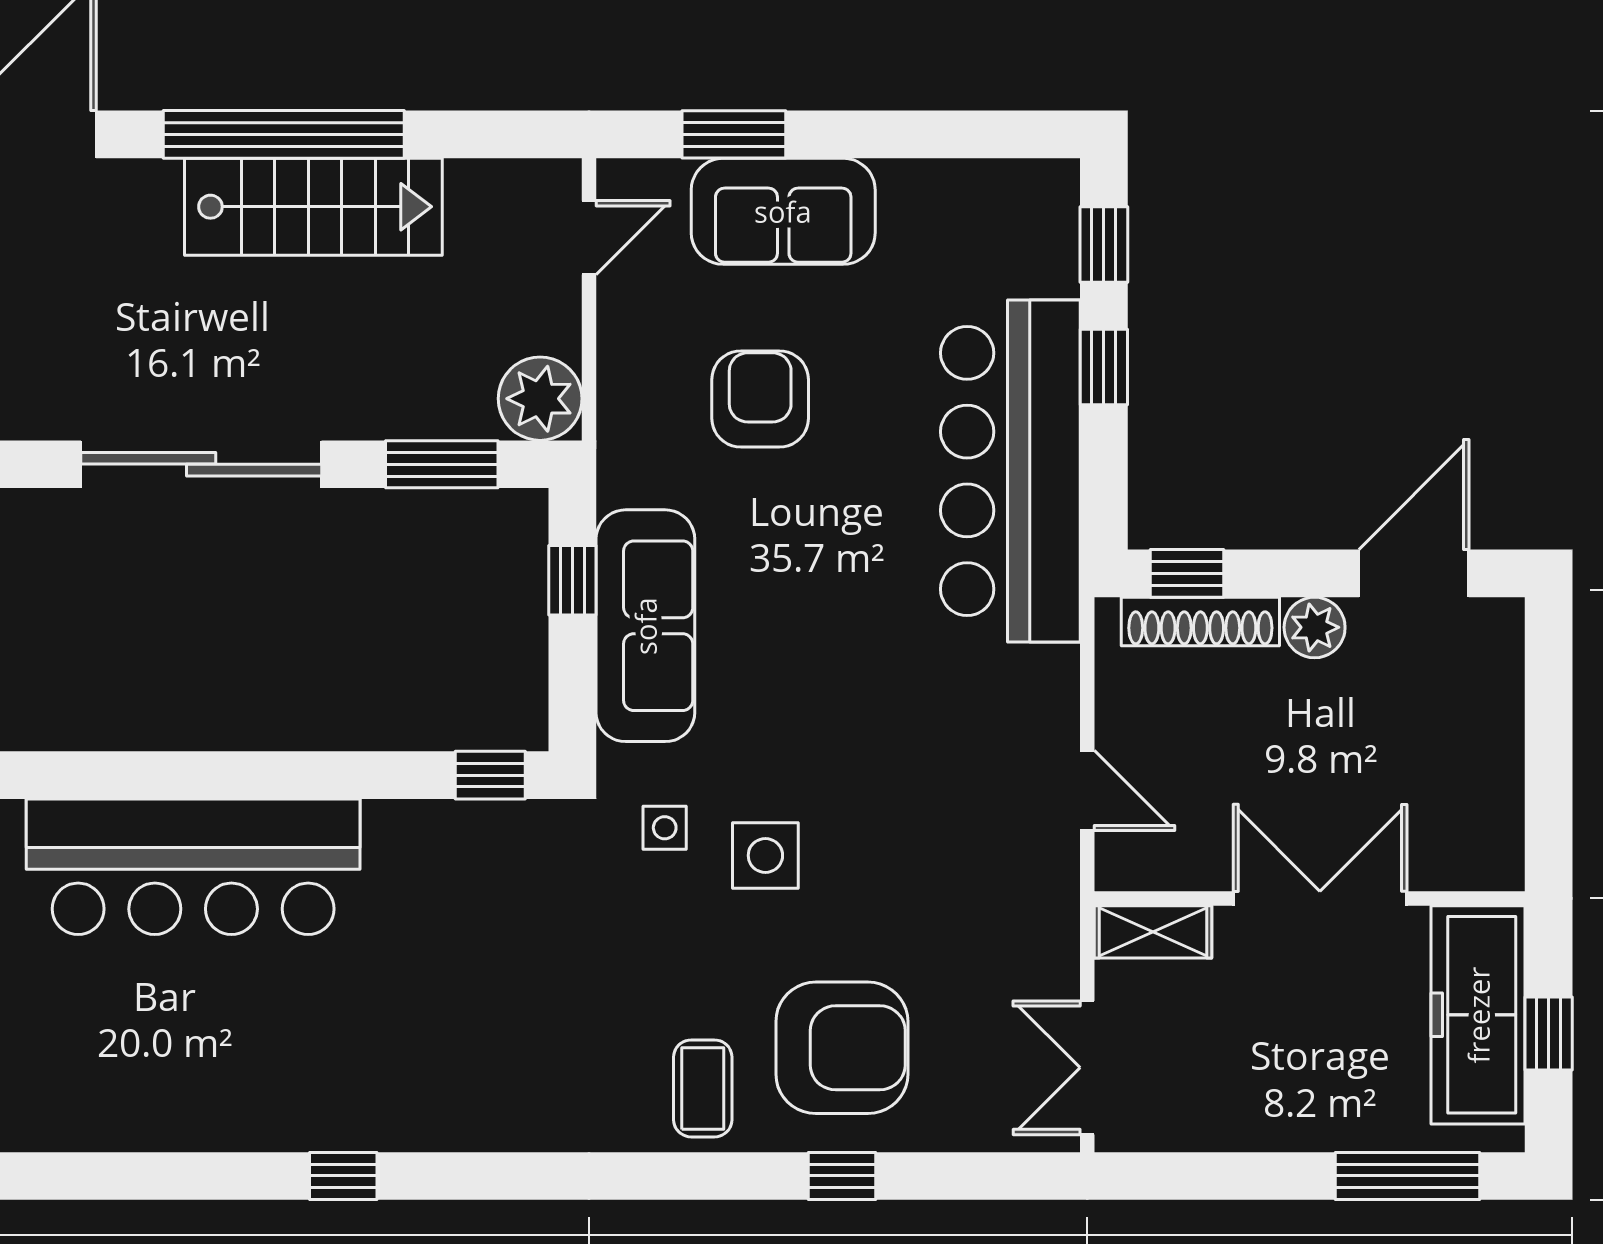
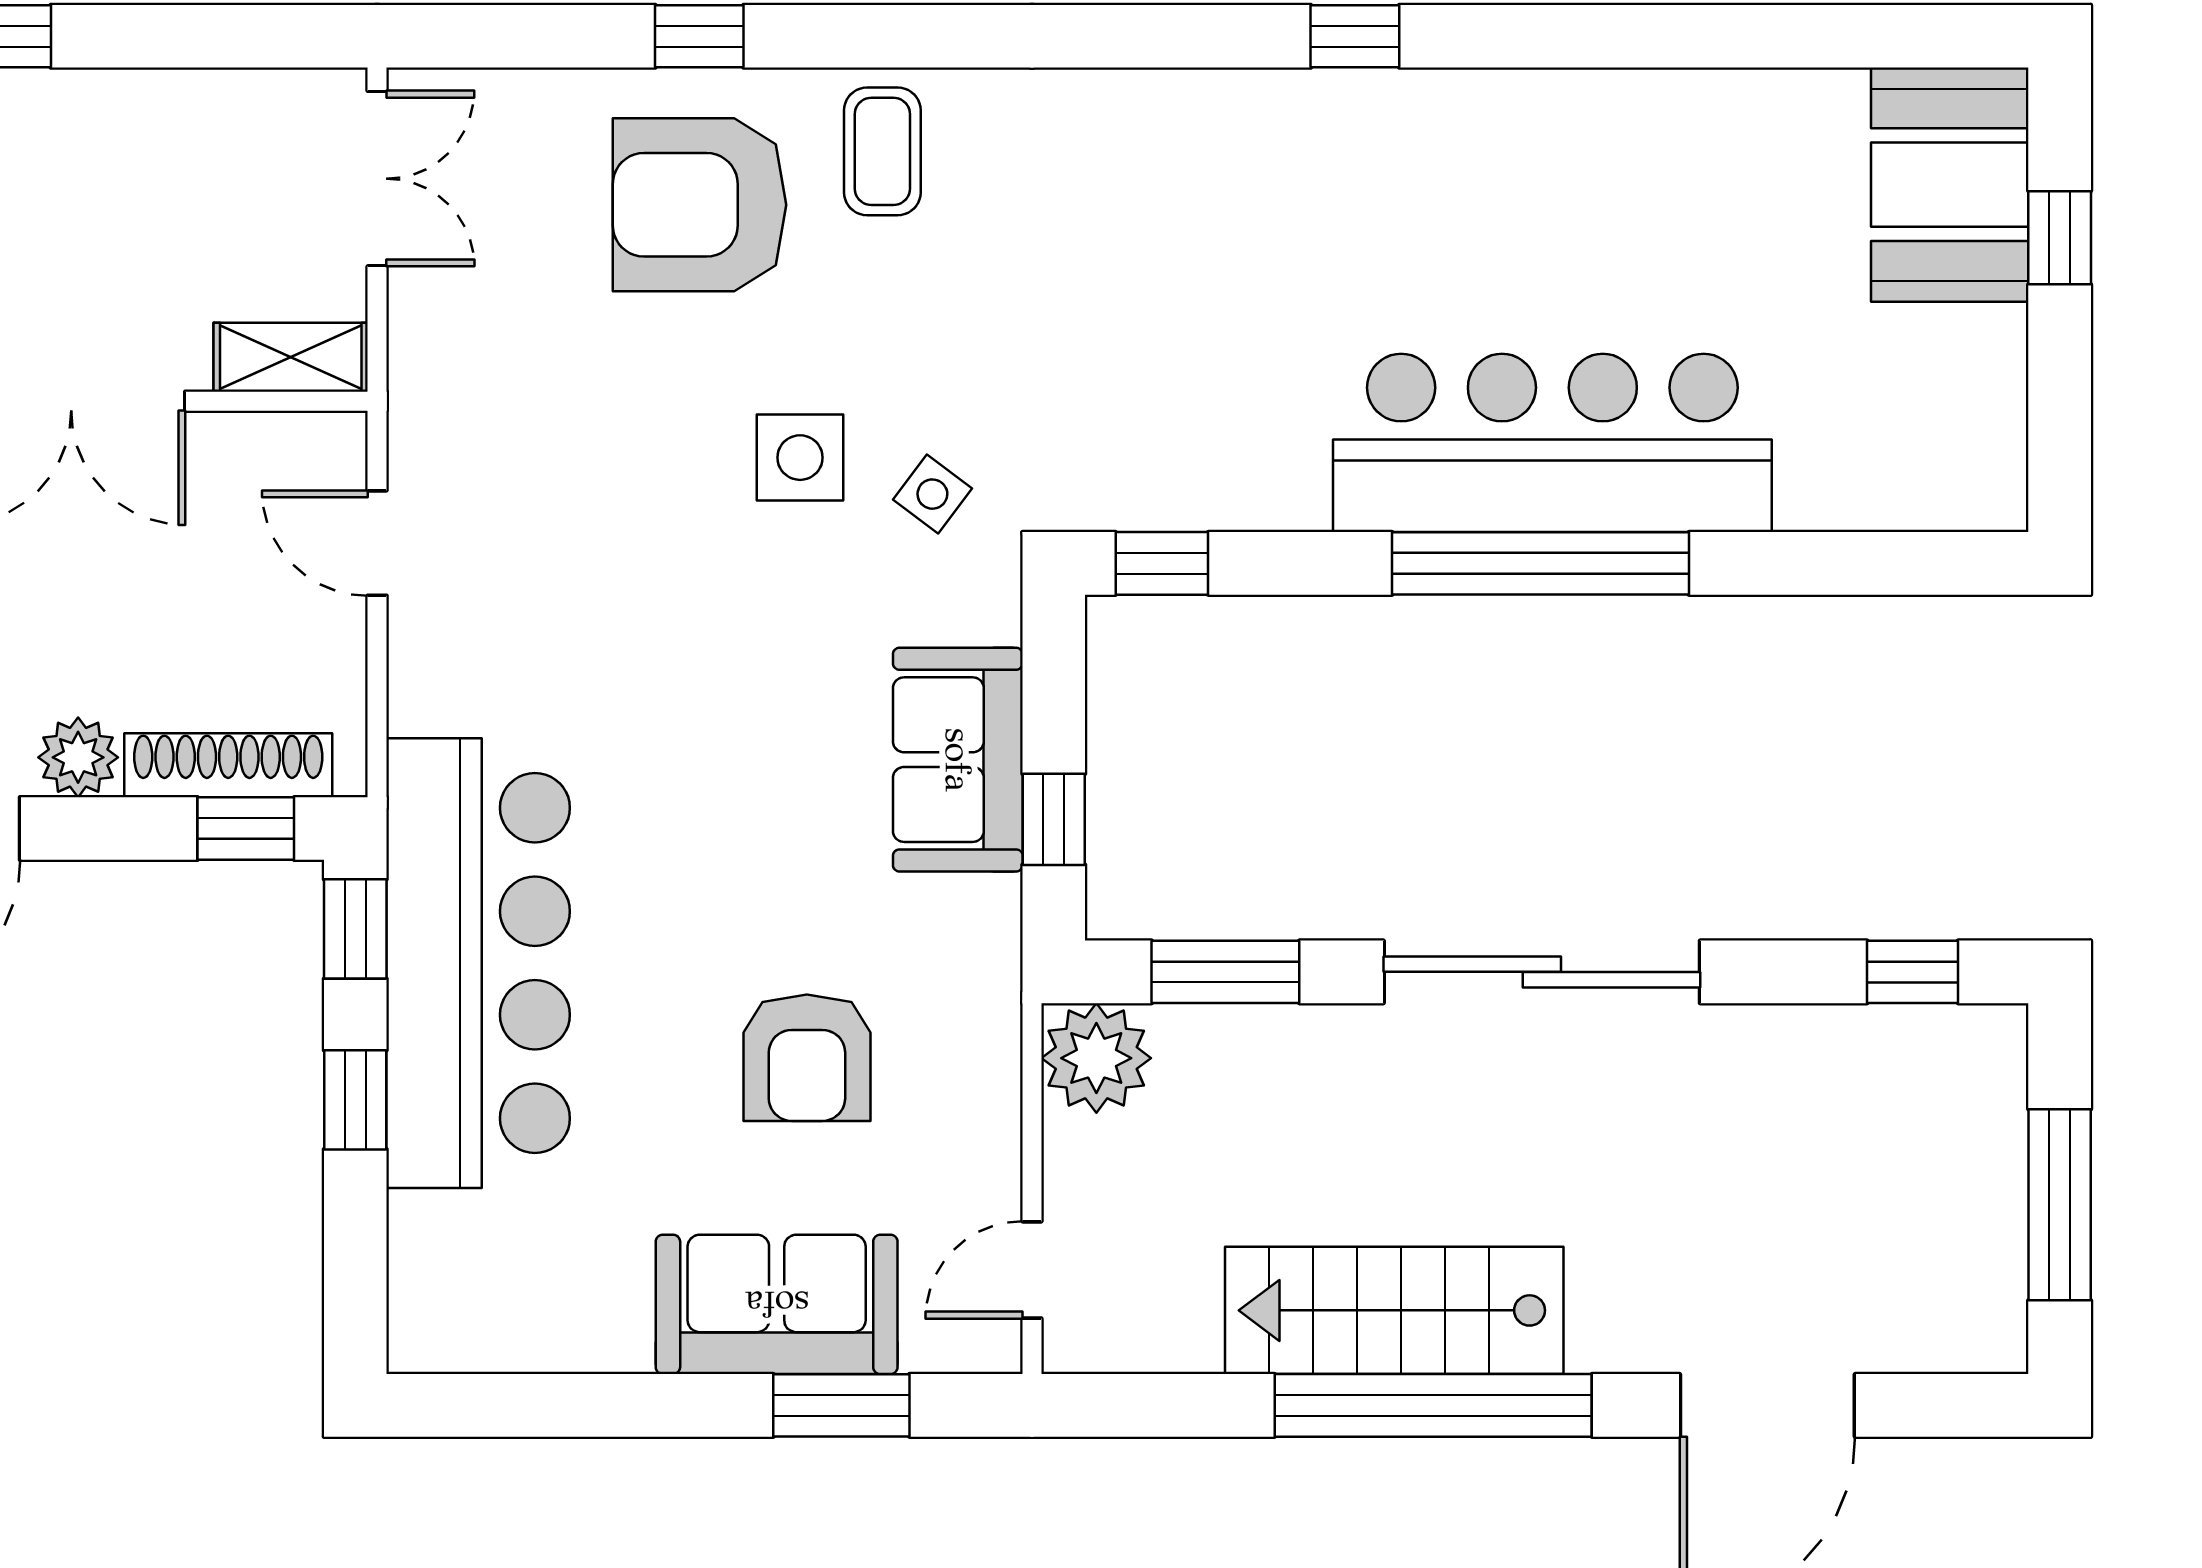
window: (1104, 244) -> (355, 929), moved
sofa: (645, 626) -> (958, 760), width x0.73
window: (202, 775) -> (1540, 563), added
side table: (665, 828) -> (932, 494), turned 37

